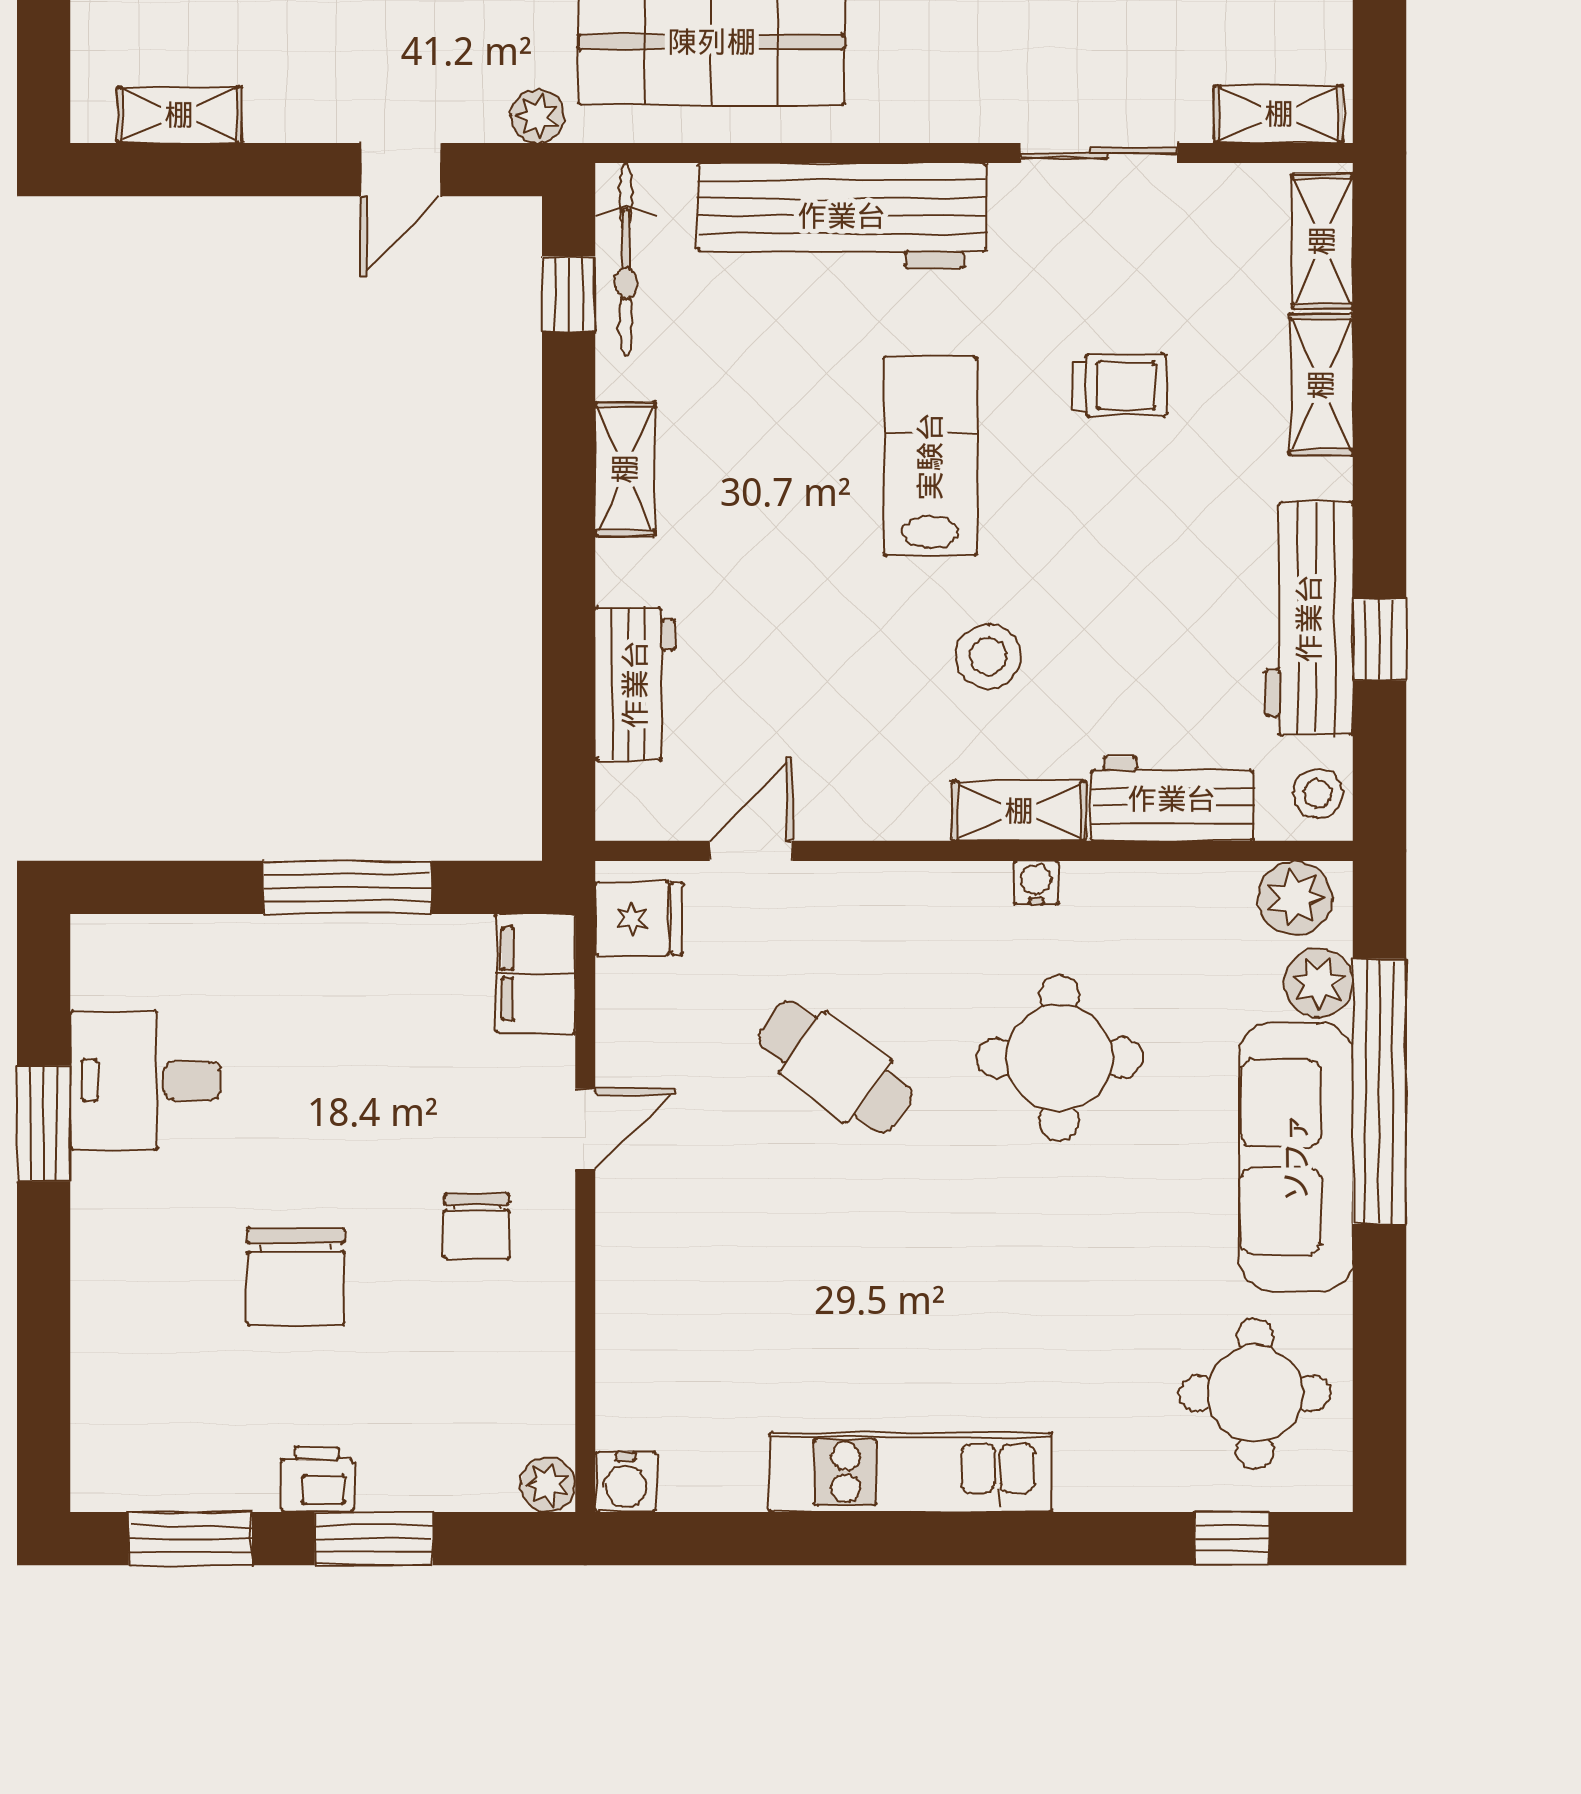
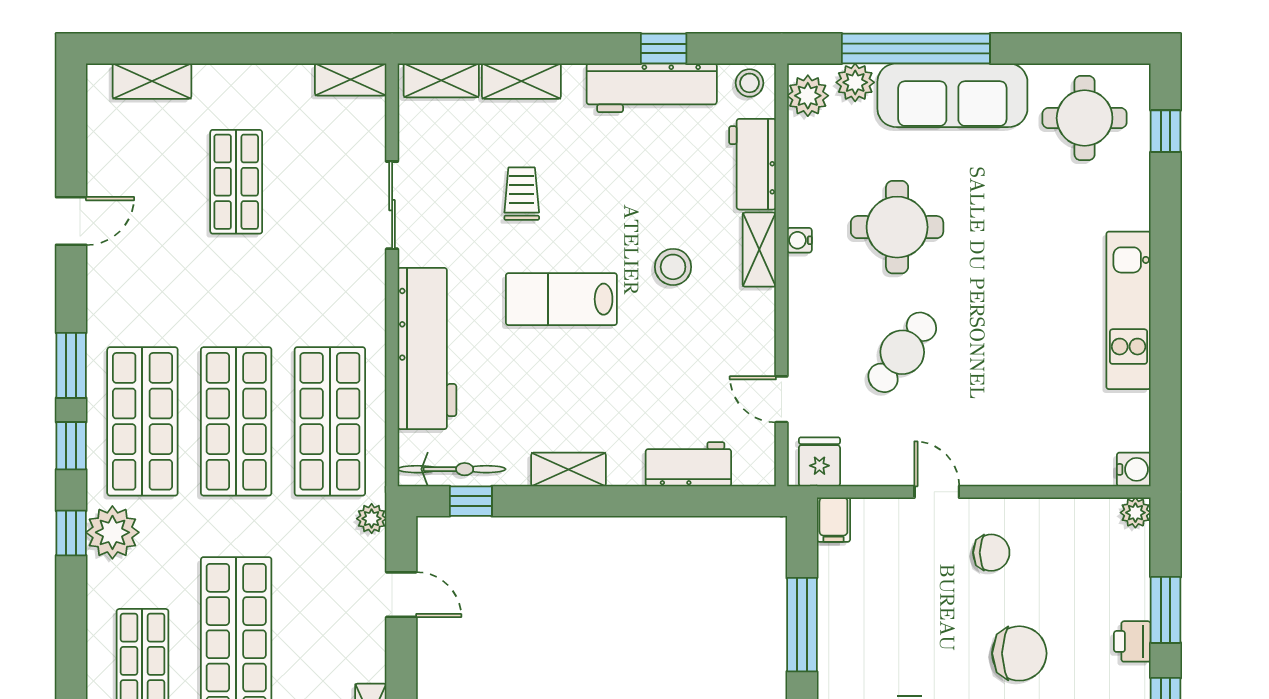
shelving: (1279, 114) -> (351, 79), moved, turned 90
filing cabinet: (535, 974) -> (833, 520), width x0.50

